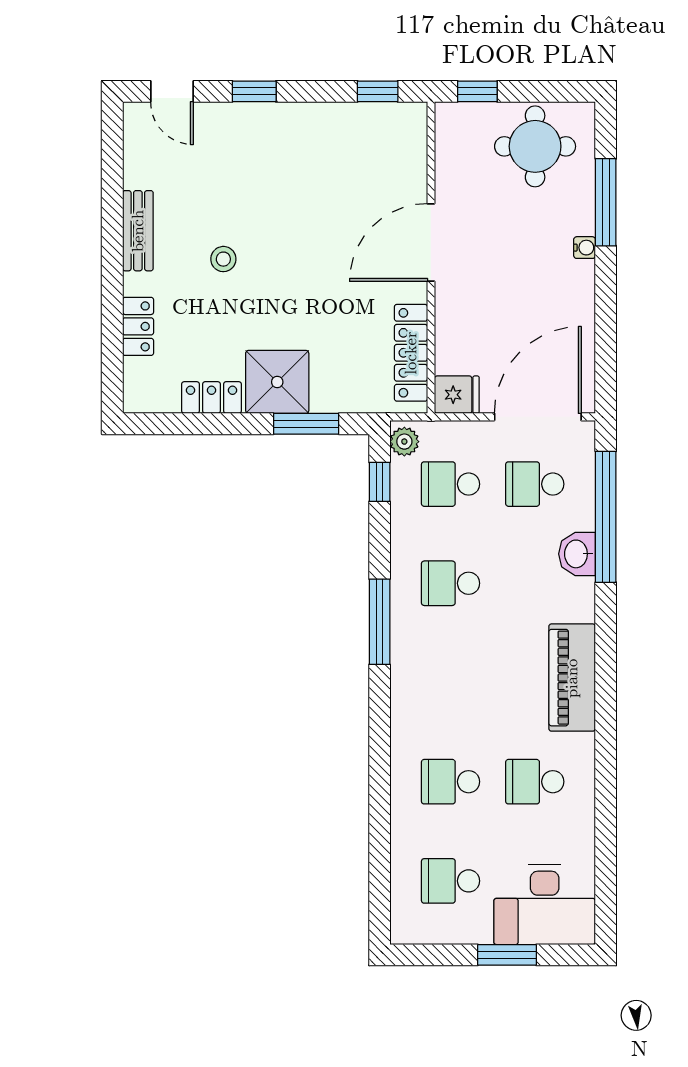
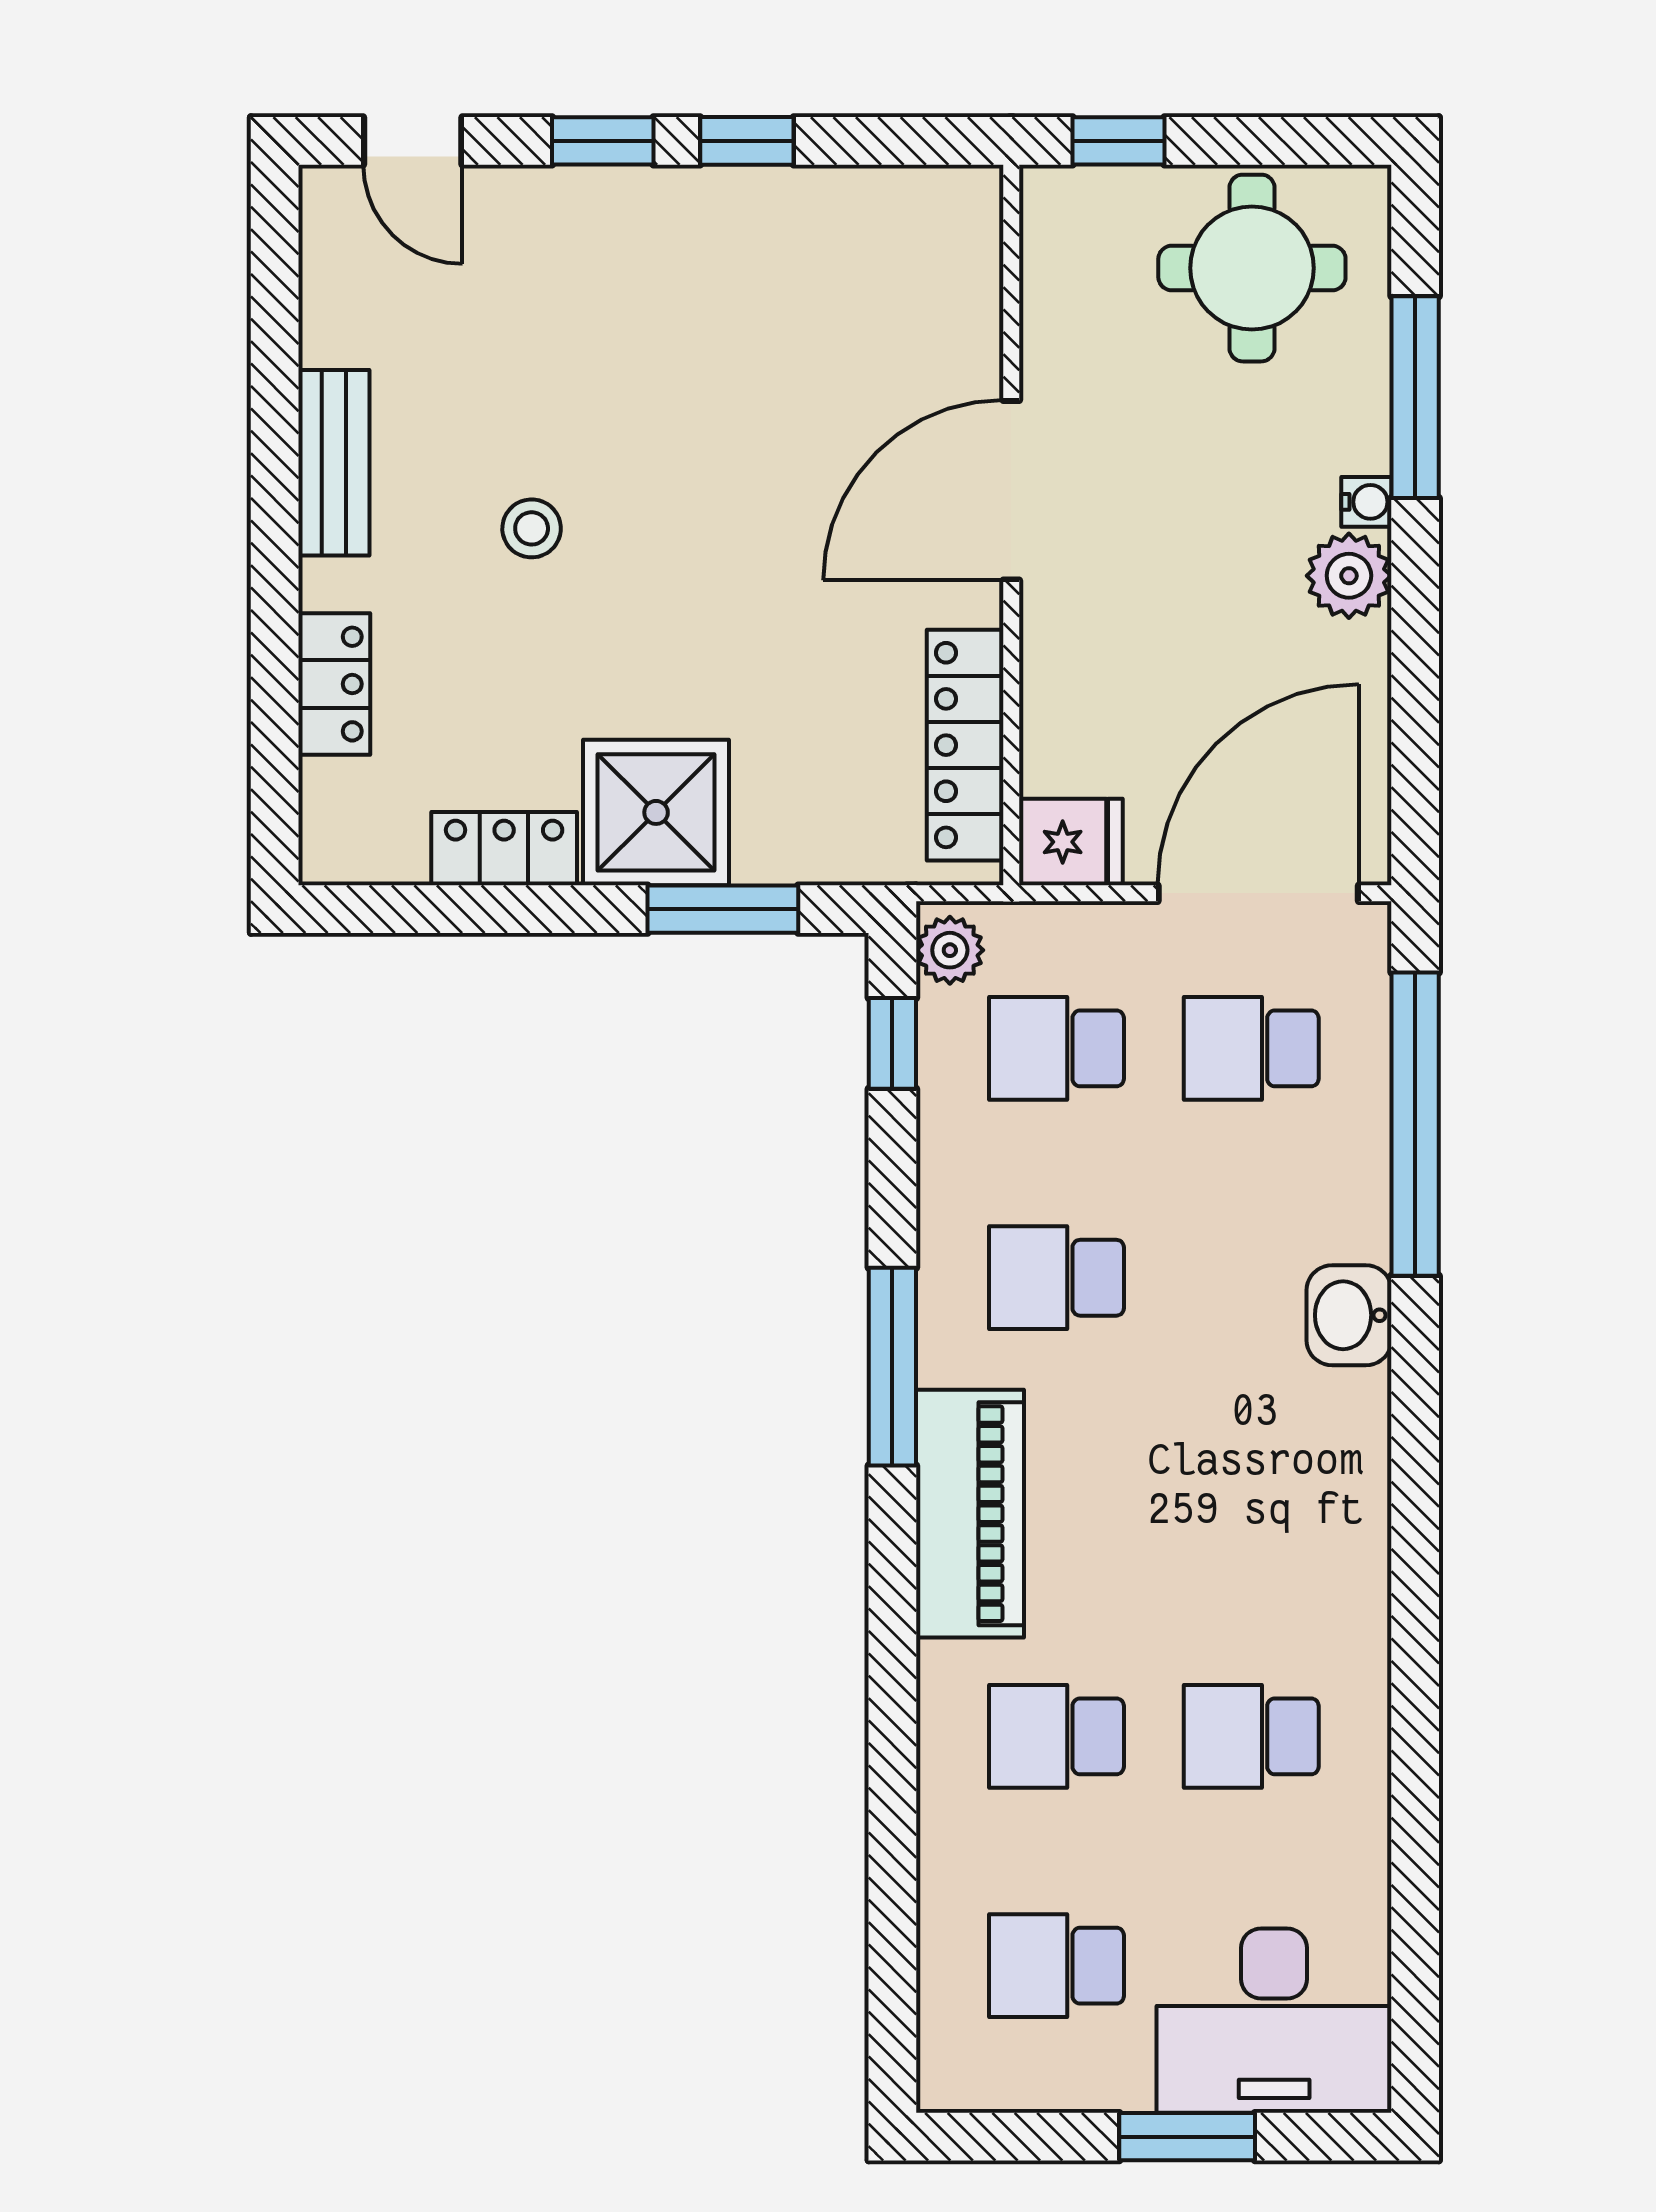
window: (378, 91) -> (747, 141), moved
plant: (577, 280) -> (1349, 576), added
washbasin: (577, 554) -> (1349, 1315), moved
piano: (572, 678) -> (970, 1514), moved, turned 180

